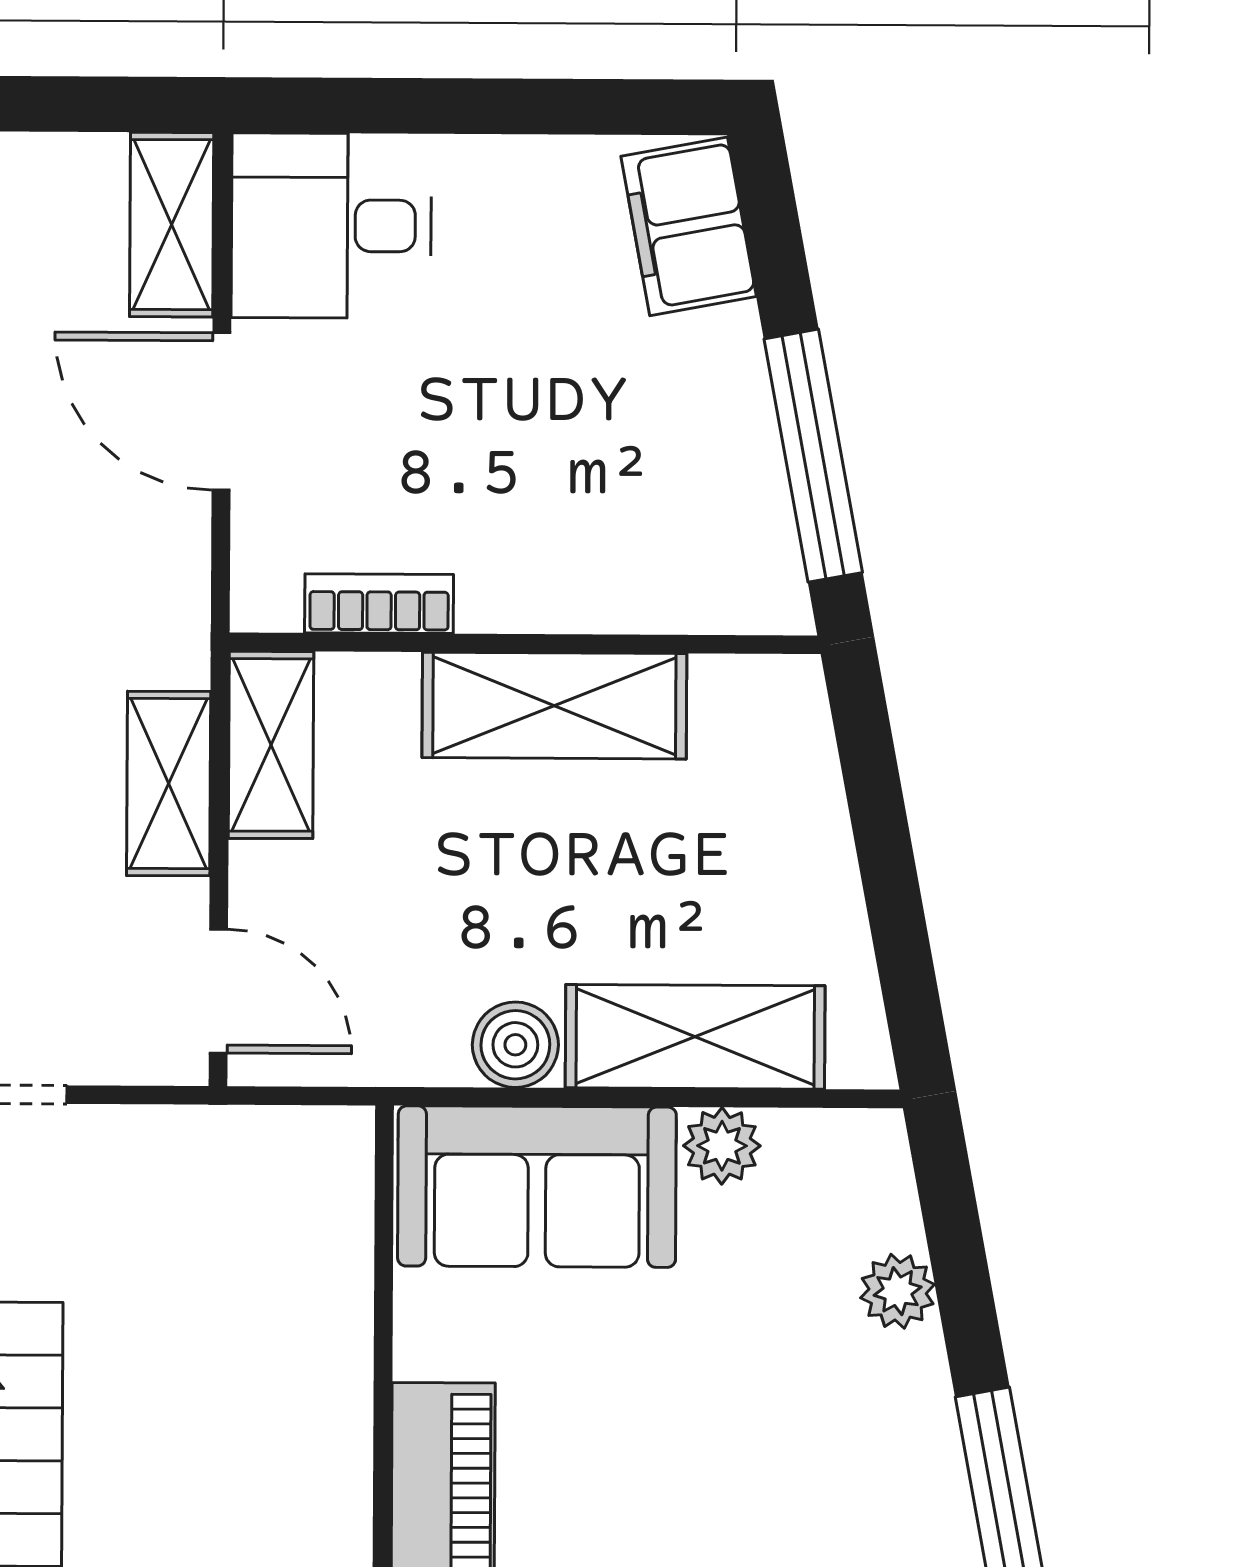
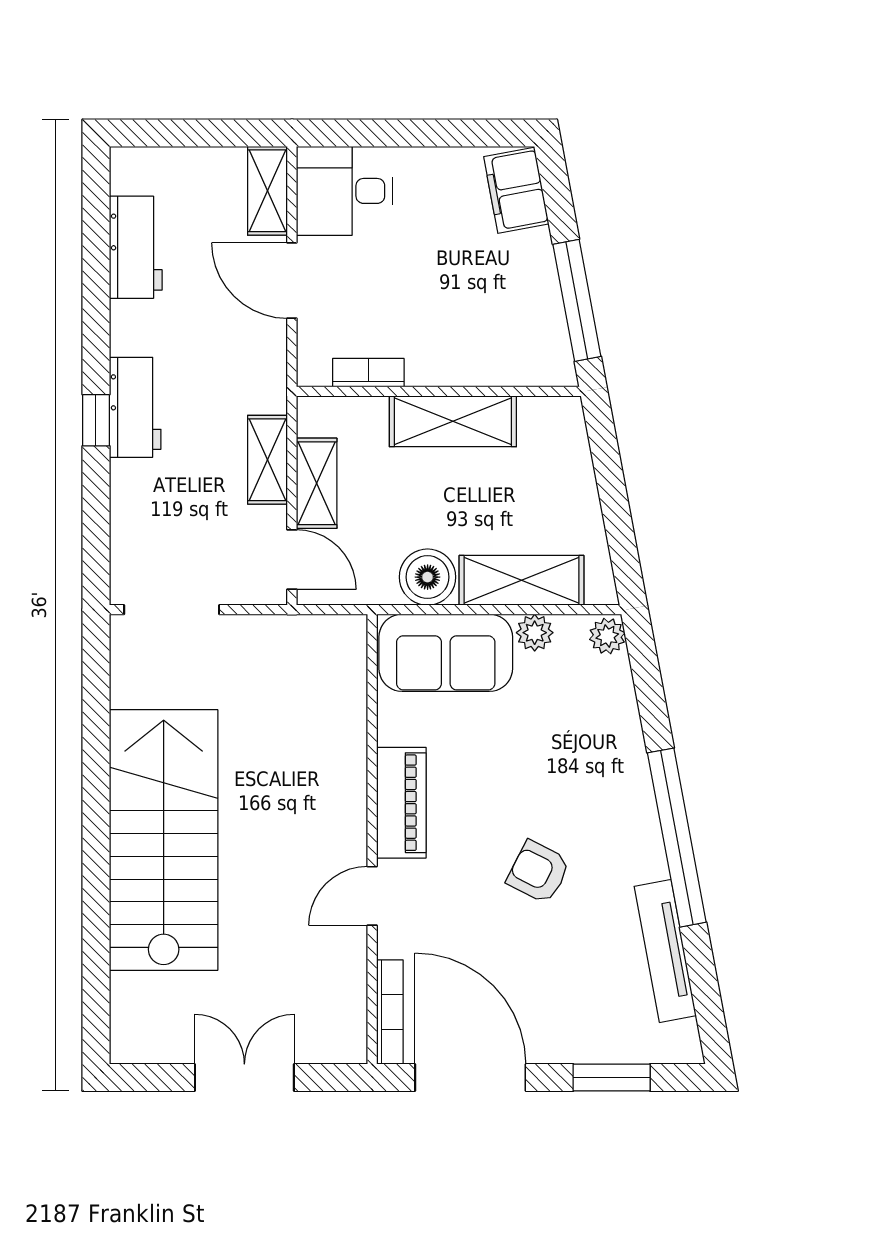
shelving: (271, 745) -> (317, 483), moved
boiler: (515, 1045) -> (428, 577), width x1.36, depth x1.36
plant: (898, 1291) -> (607, 636), moved

